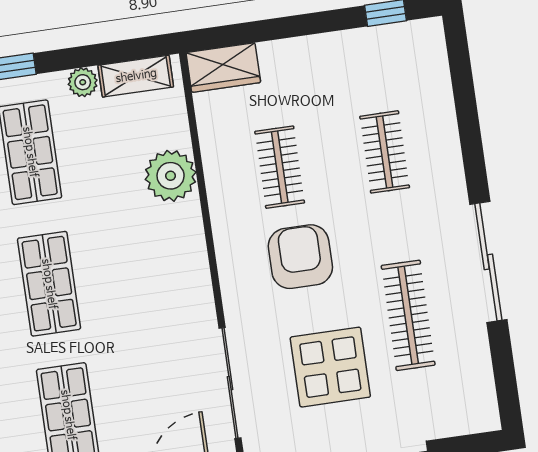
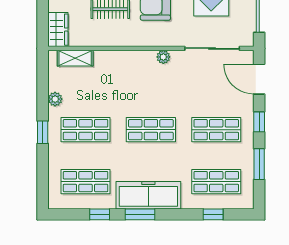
shelving: (136, 76) -> (75, 58), moved, turned 90
plant: (171, 176) -> (163, 57), moved, width x0.53, depth x0.53

